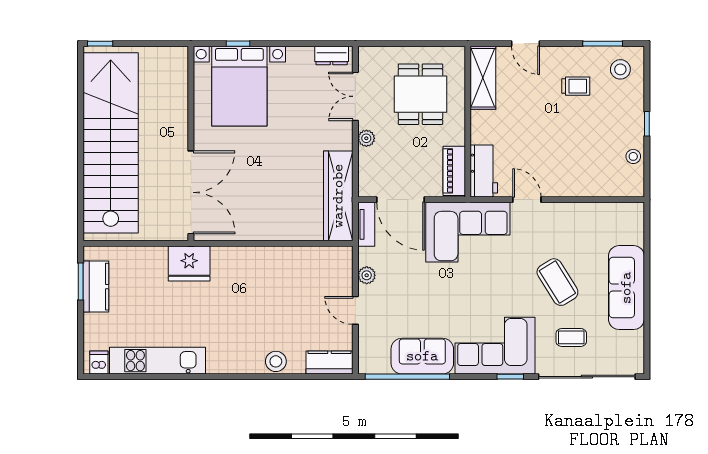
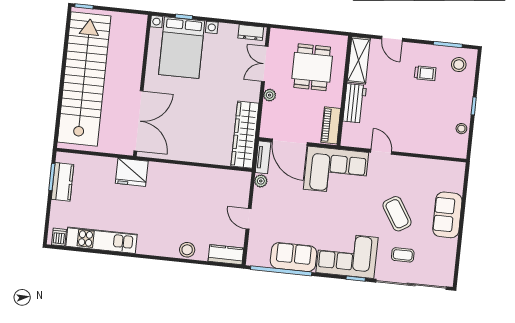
workbench: (484, 171) -> (355, 103), moved
plant: (367, 275) -> (261, 181), moved
sofa: (626, 288) -> (447, 215), width x0.73

